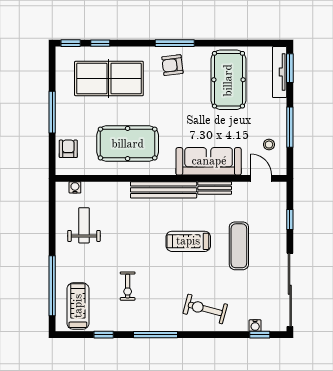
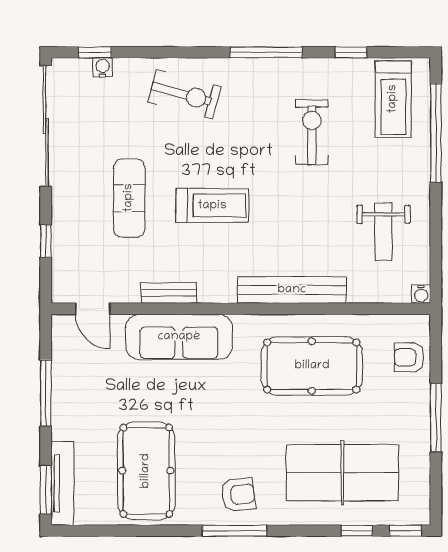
stool: (269, 145) -> (80, 364), removed
armchair: (68, 149) -> (409, 357), turned 90
water cooler: (75, 187) -> (421, 294), moved
bench: (164, 190) -> (292, 290), moved
exercise bike: (128, 286) -> (312, 132), width x1.38, depth x1.39

